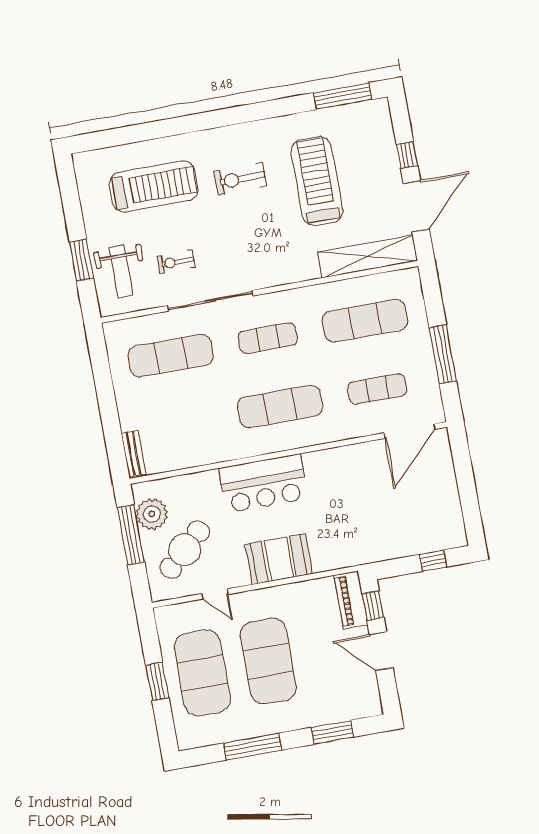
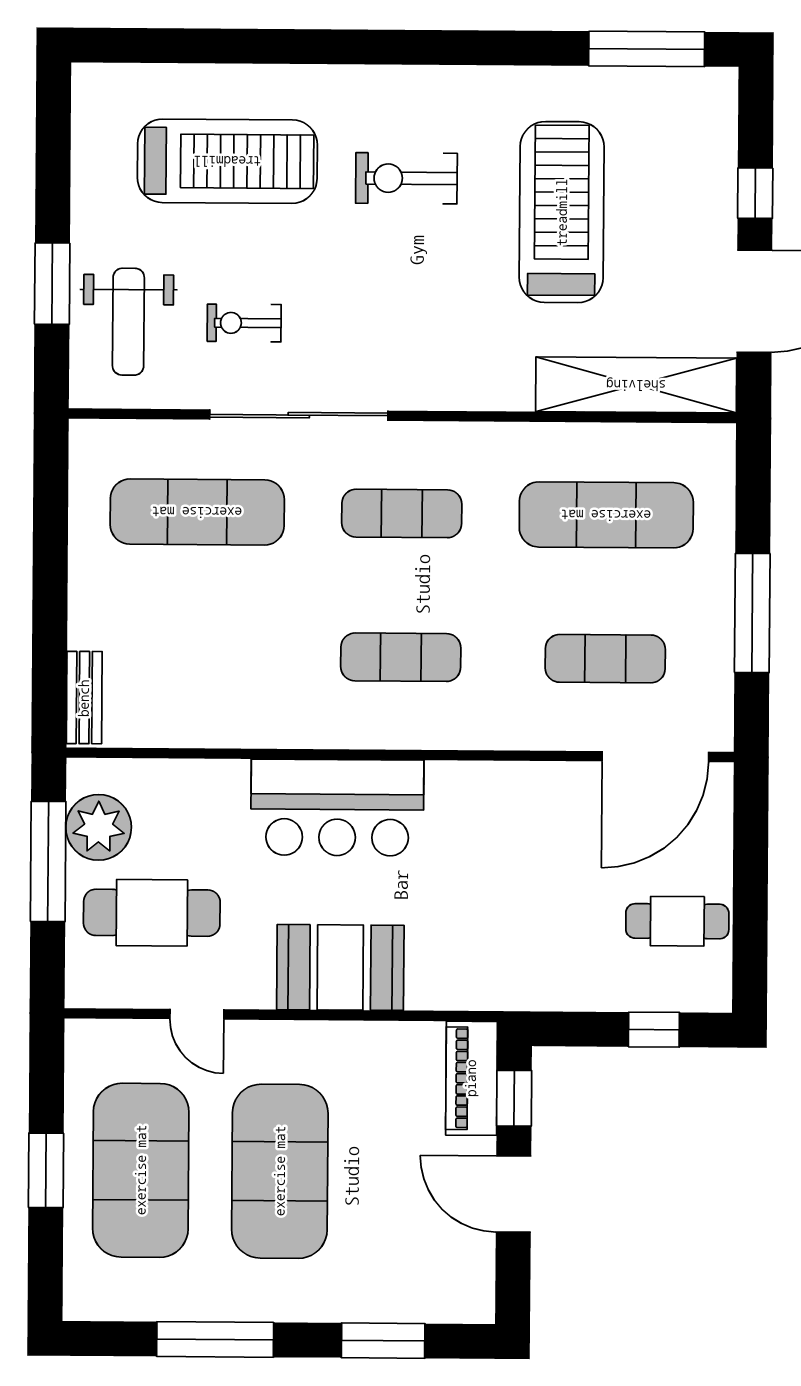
exercise mat: (280, 406) -> (401, 657), width x0.73, depth x0.69
cafe table: (435, 507) -> (677, 921), added
cafe table: (185, 550) -> (152, 913), turned 43

